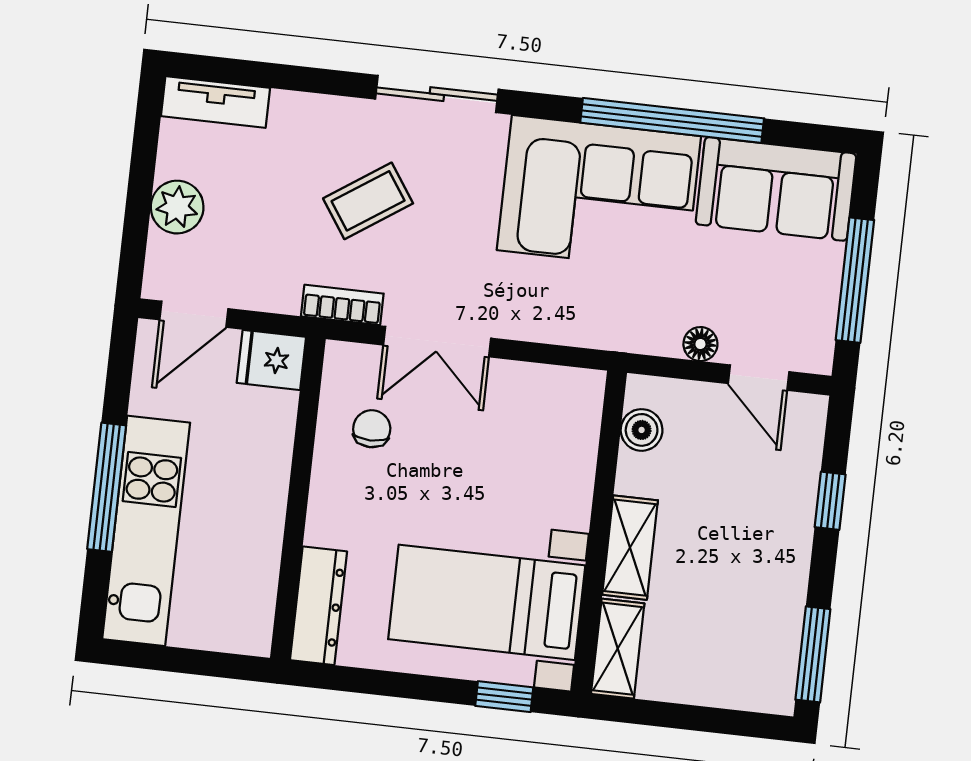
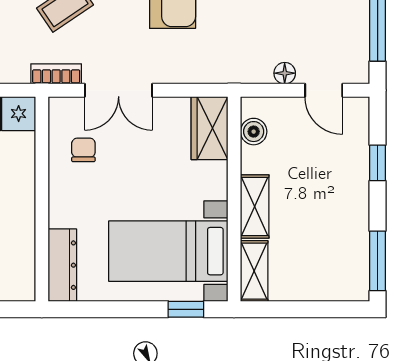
wardrobe: (573, 417) -> (210, 128), added

